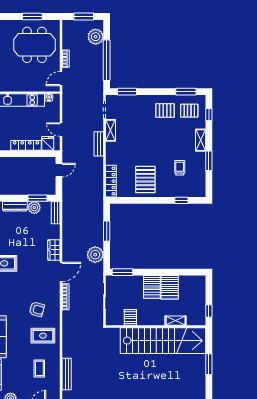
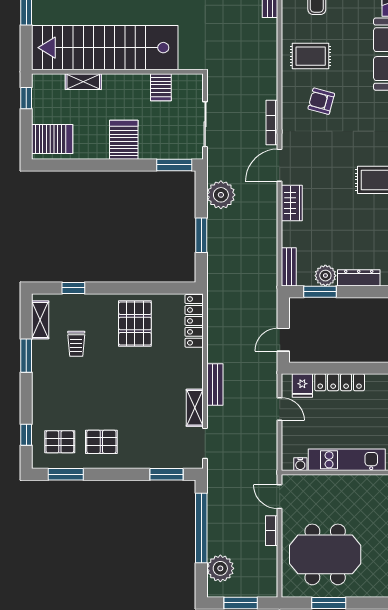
door: (61, 79) -> (280, 497), swing flipped
shelving: (201, 140) -> (40, 320), moved
server rack: (170, 287) -> (52, 139), moved, turned 90

